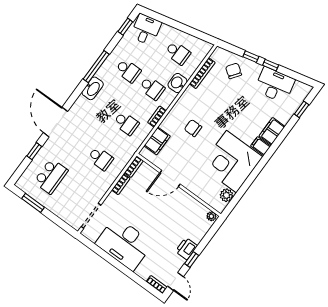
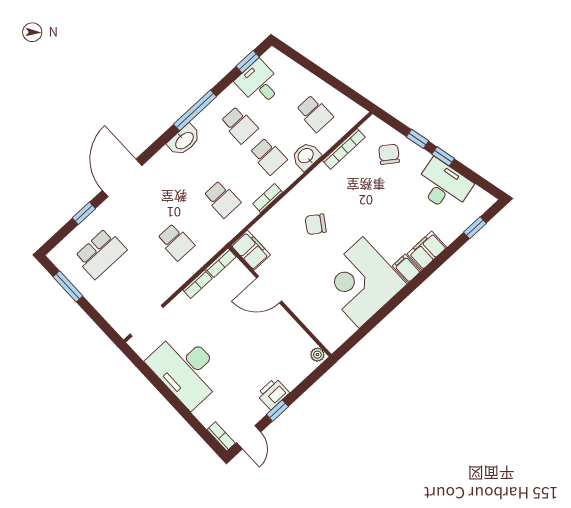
desk: (146, 30) -> (259, 83), moved, turned -77
chair: (193, 128) -> (316, 224), turned -56
filing cabinet: (157, 141) -> (251, 250), moved, turned -90
plant: (226, 195) -> (345, 329), removed

